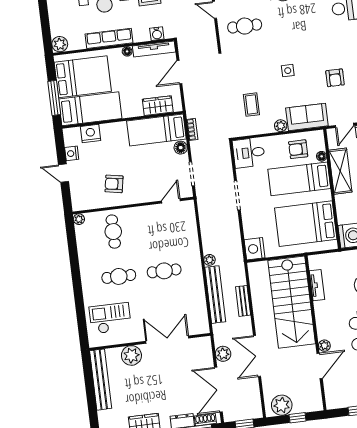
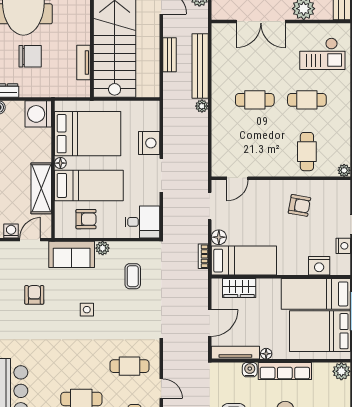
water cooler: (157, 34) -> (250, 370), moved
floor lamp: (322, 156) -> (60, 163), moved
nightstand: (255, 249) -> (149, 143), moved

